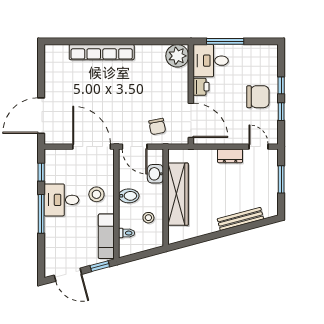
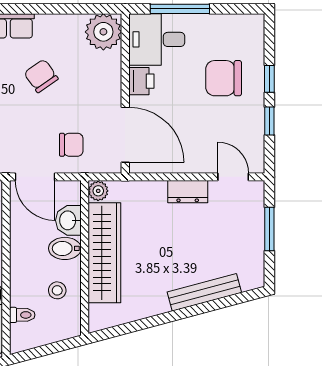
chair: (138, 83) -> (41, 76), added
chair: (258, 97) -> (224, 78), moved, turned 180
chair: (157, 127) -> (71, 145), turned -79
plant: (174, 155) -> (98, 191), added
bidet: (129, 196) -> (65, 248), moved, turned 180

